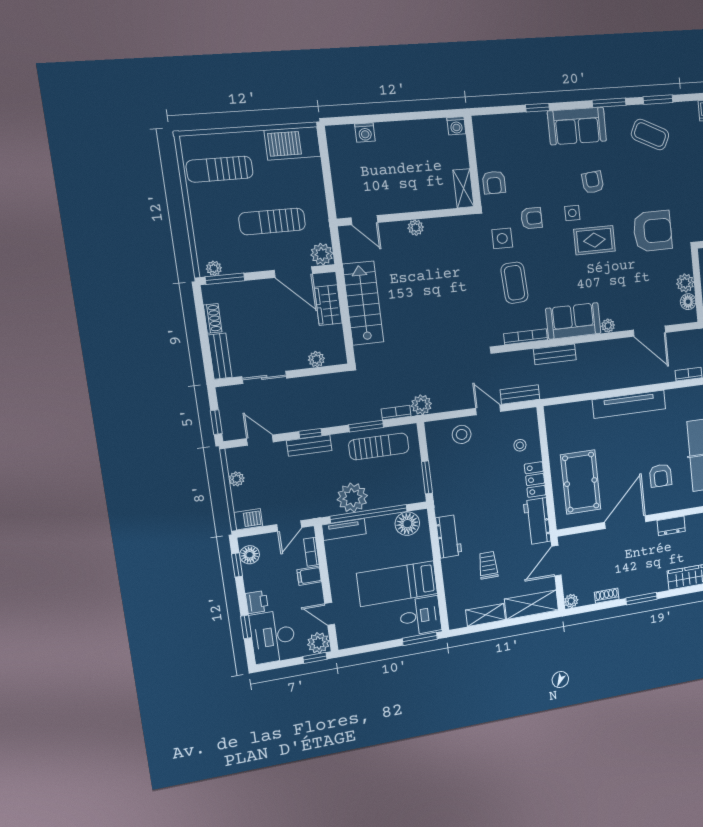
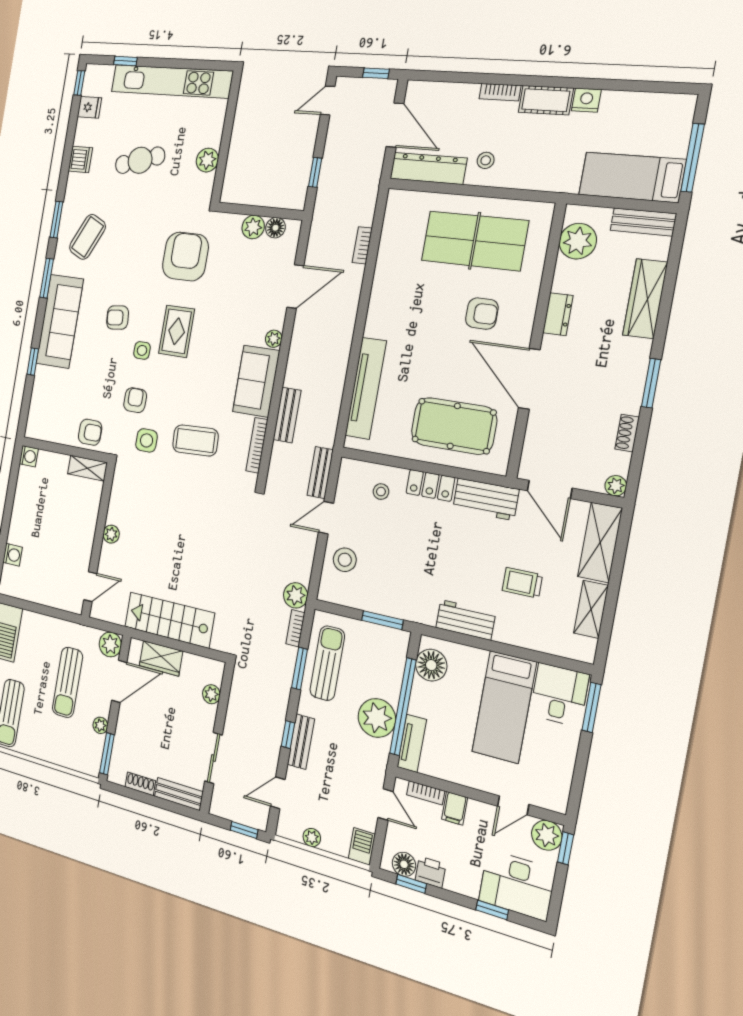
sofa: (577, 126) -> (60, 321), width x1.36
plant: (214, 268) -> (100, 725), moved
tv unit: (629, 404) -> (366, 388), moved
printer: (257, 602) -> (431, 872), moved

